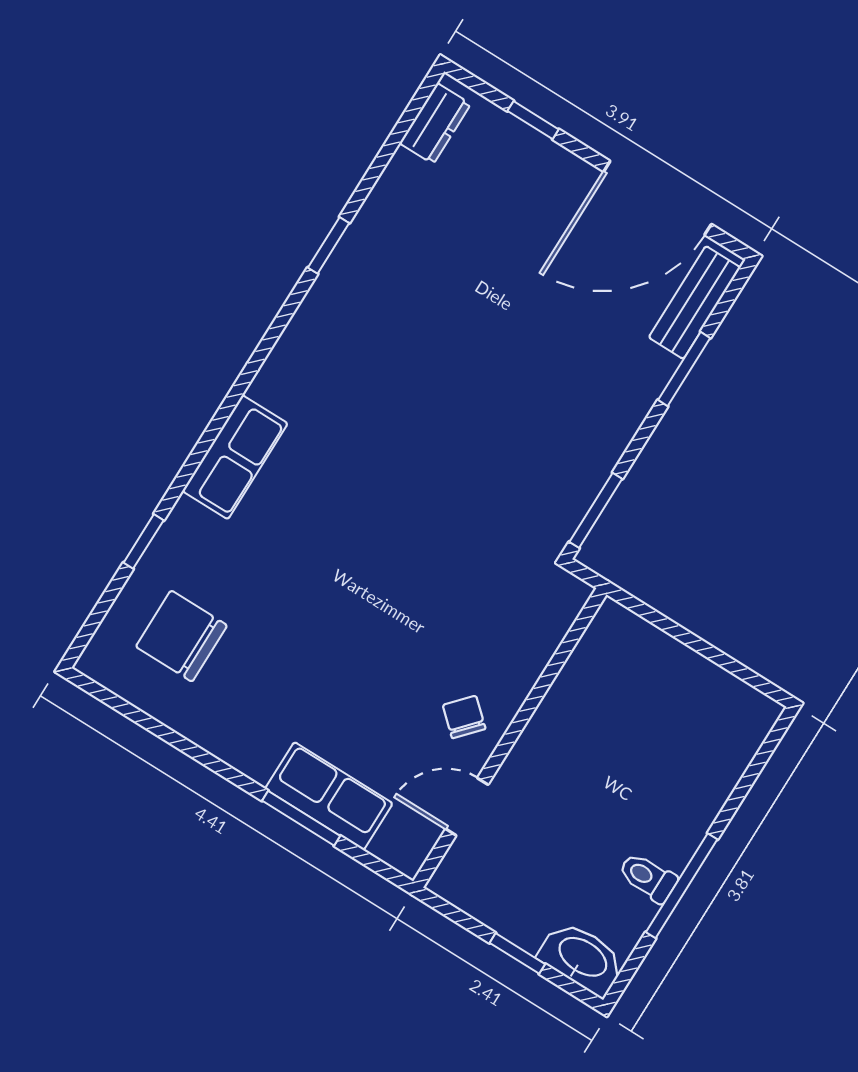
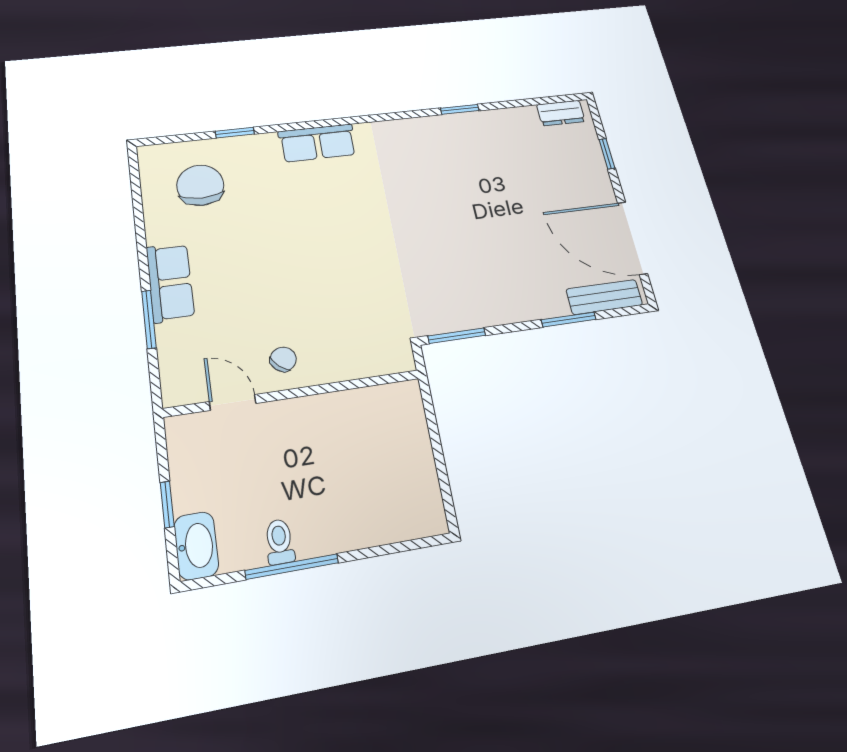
row of seats: (329, 796) -> (170, 282), moved

